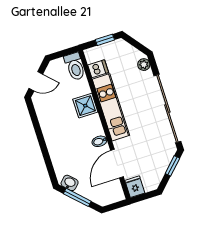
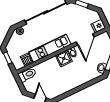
shower: (85, 106) -> (64, 58), moved
door: (117, 164) -> (85, 39), hinge flipped

